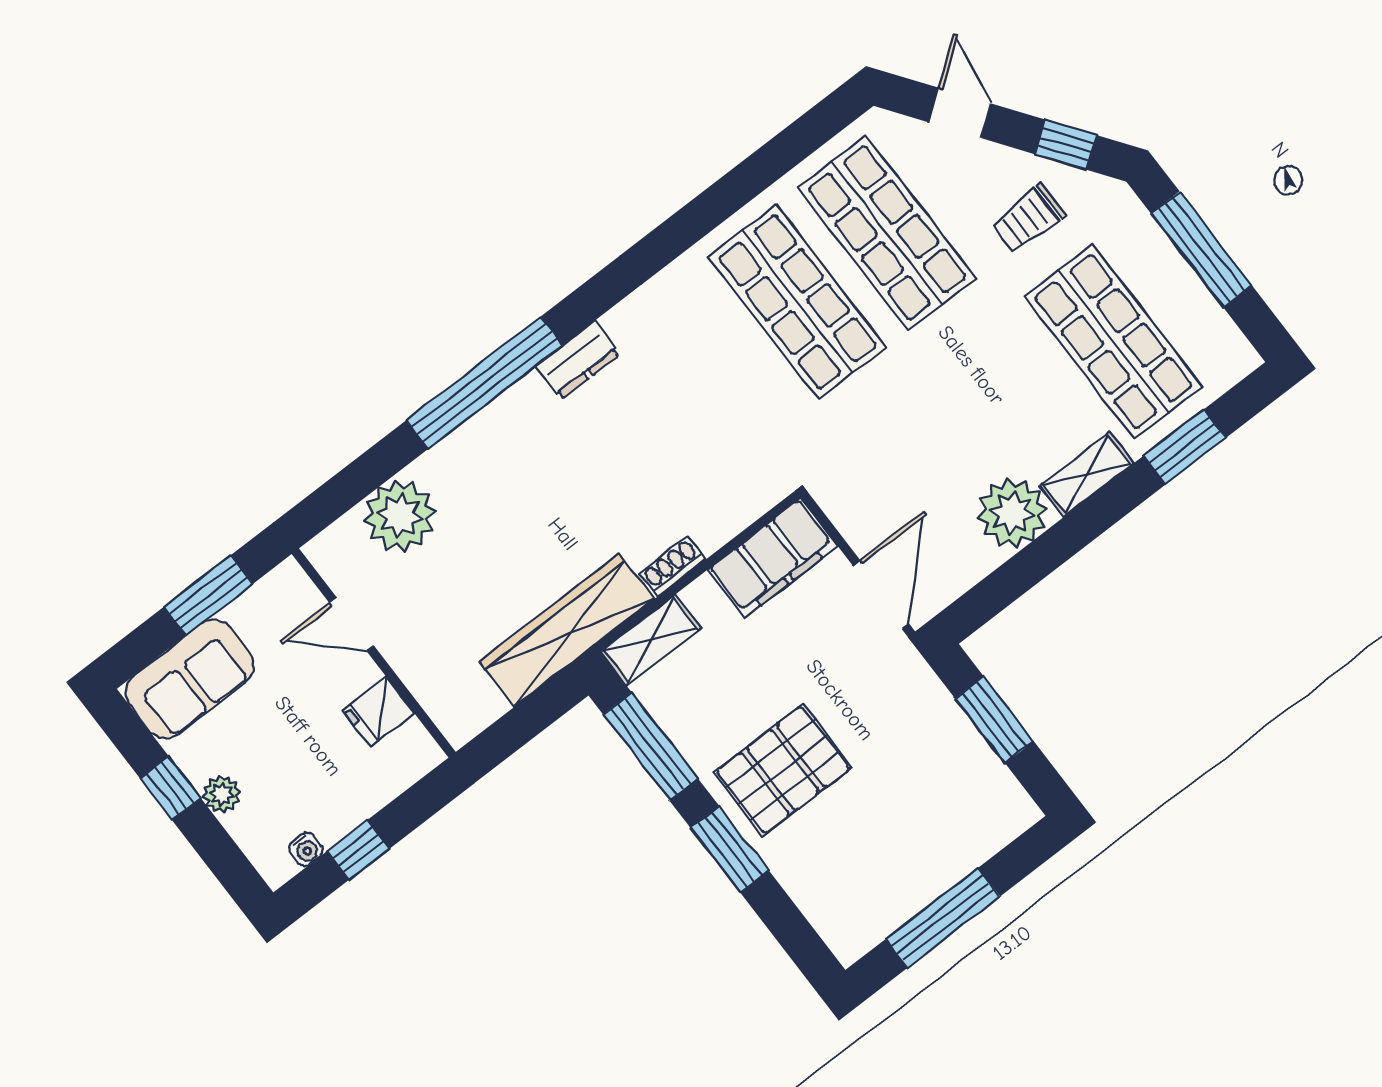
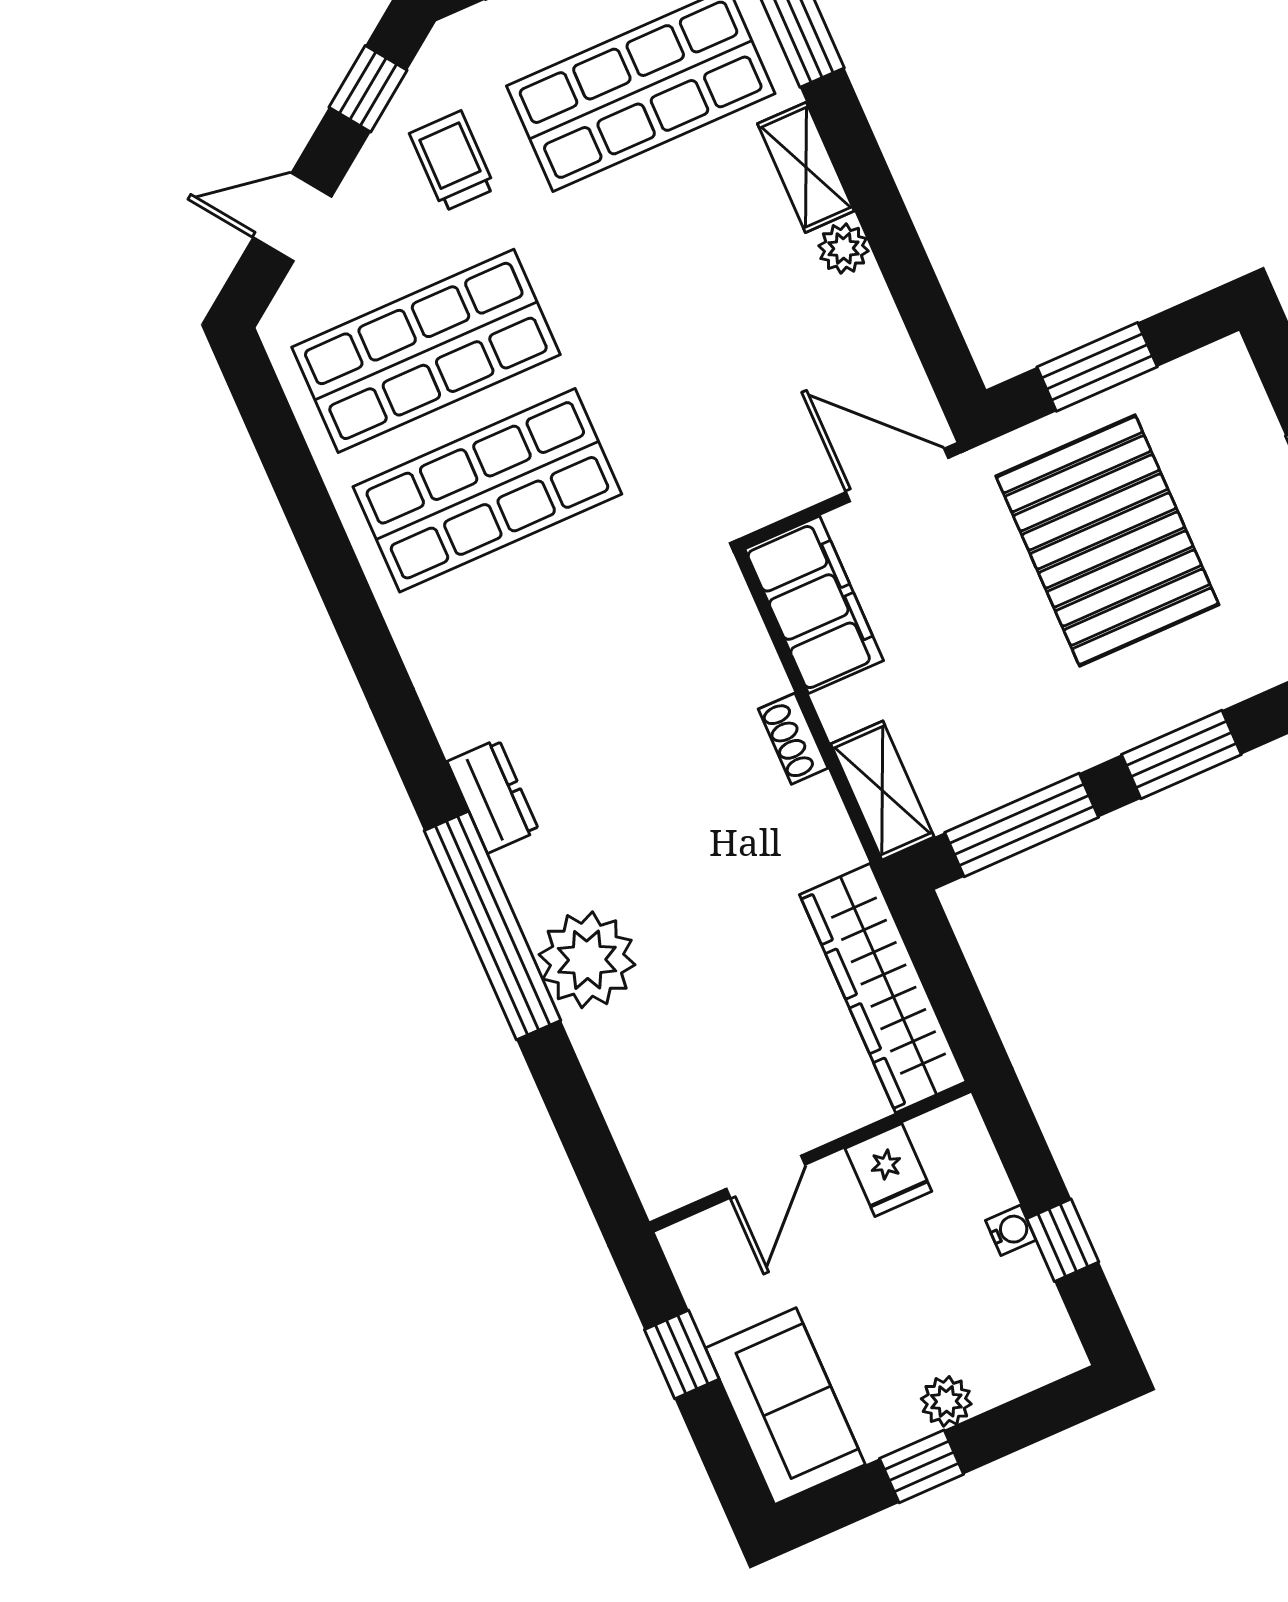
trolley: (1029, 218) -> (452, 161), turned 180
plant: (1012, 513) -> (844, 248), width x0.53, depth x0.53
plant: (400, 516) -> (587, 960), moved
window: (209, 595) -> (682, 1354), width x0.67
wardrobe: (567, 630) -> (883, 988), moved
pallet: (783, 770) -> (1107, 540), moved, width x1.37, depth x1.41
water cooler: (306, 849) -> (1011, 1230), moved

